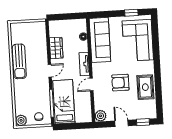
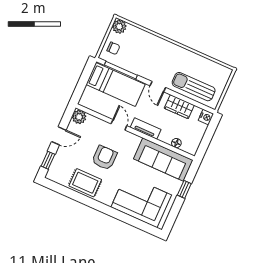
window: (131, 13) -> (184, 189), moved
nightstand: (54, 25) -> (206, 117), added
sun lounger: (19, 61) -> (194, 87), moved

